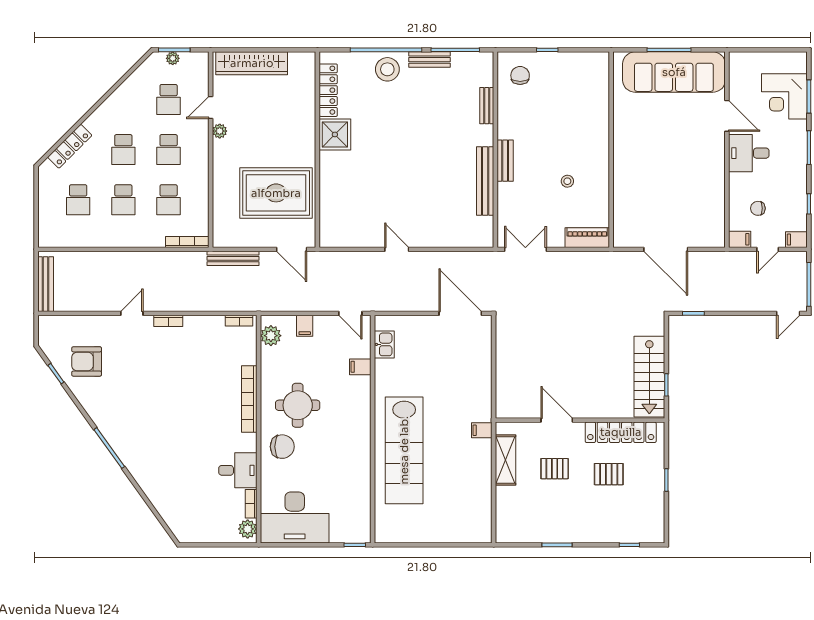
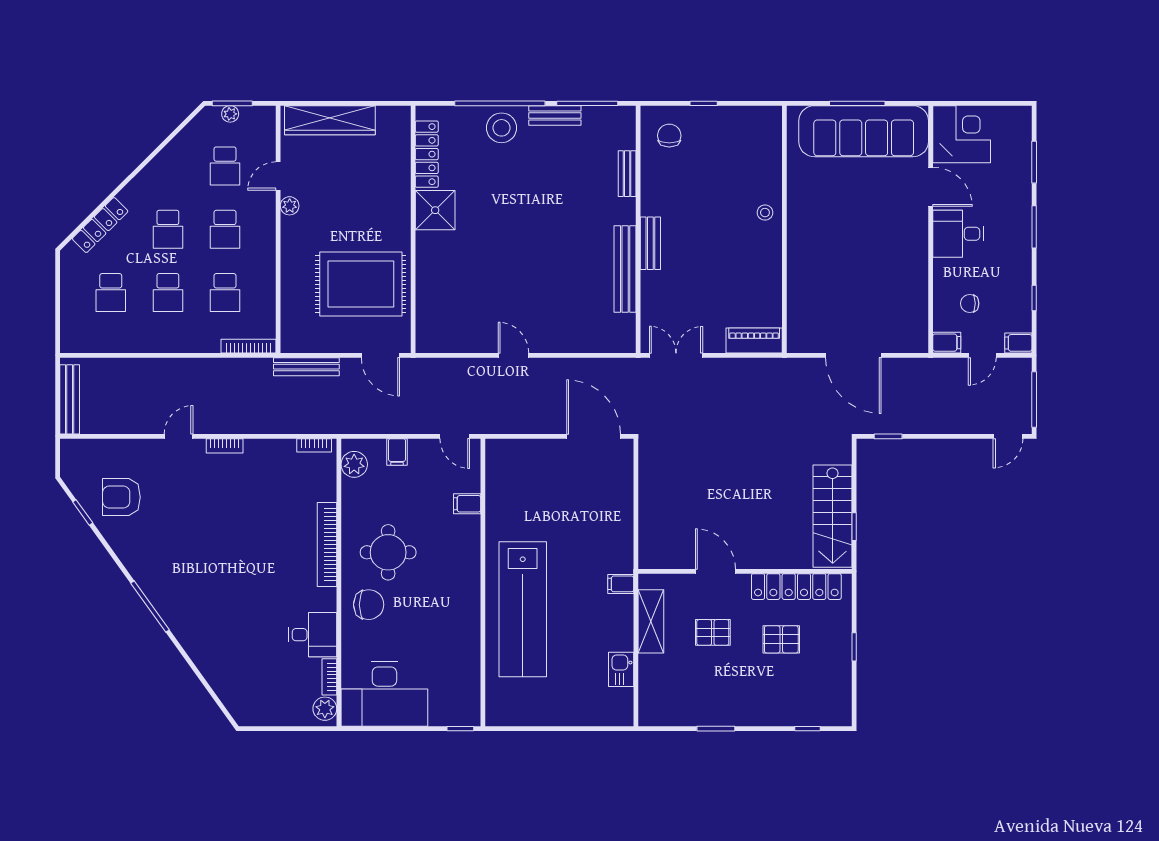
corner desk: (784, 96) -> (962, 134), moved, turned 180
stool: (567, 181) -> (765, 213), moved
kitchen sink: (384, 344) -> (621, 669), moved, turned 180

